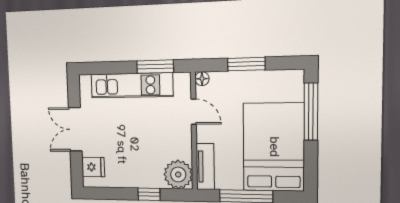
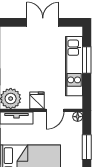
window: (155, 67) -> (87, 60), moved
fridge: (93, 167) -> (37, 100), moved, turned 180

